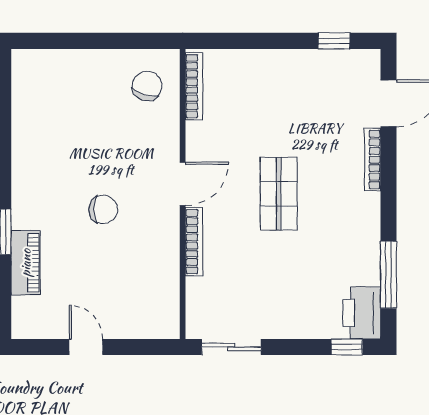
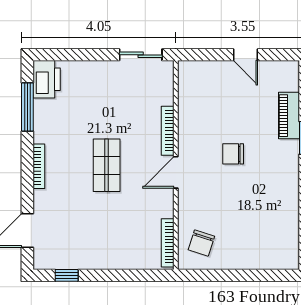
bookcase: (373, 160) -> (39, 166), moved
window: (347, 347) -> (58, 55), removed

